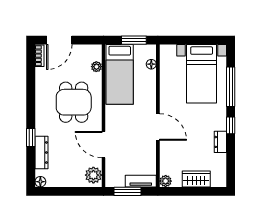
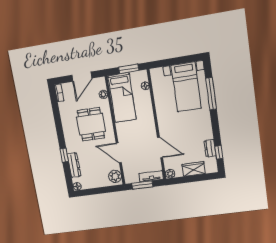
door: (59, 40) -> (82, 77), moved
window: (231, 125) -> (219, 152), moved
door: (158, 127) -> (160, 148), moved
dresser: (220, 142) -> (210, 148), moved

